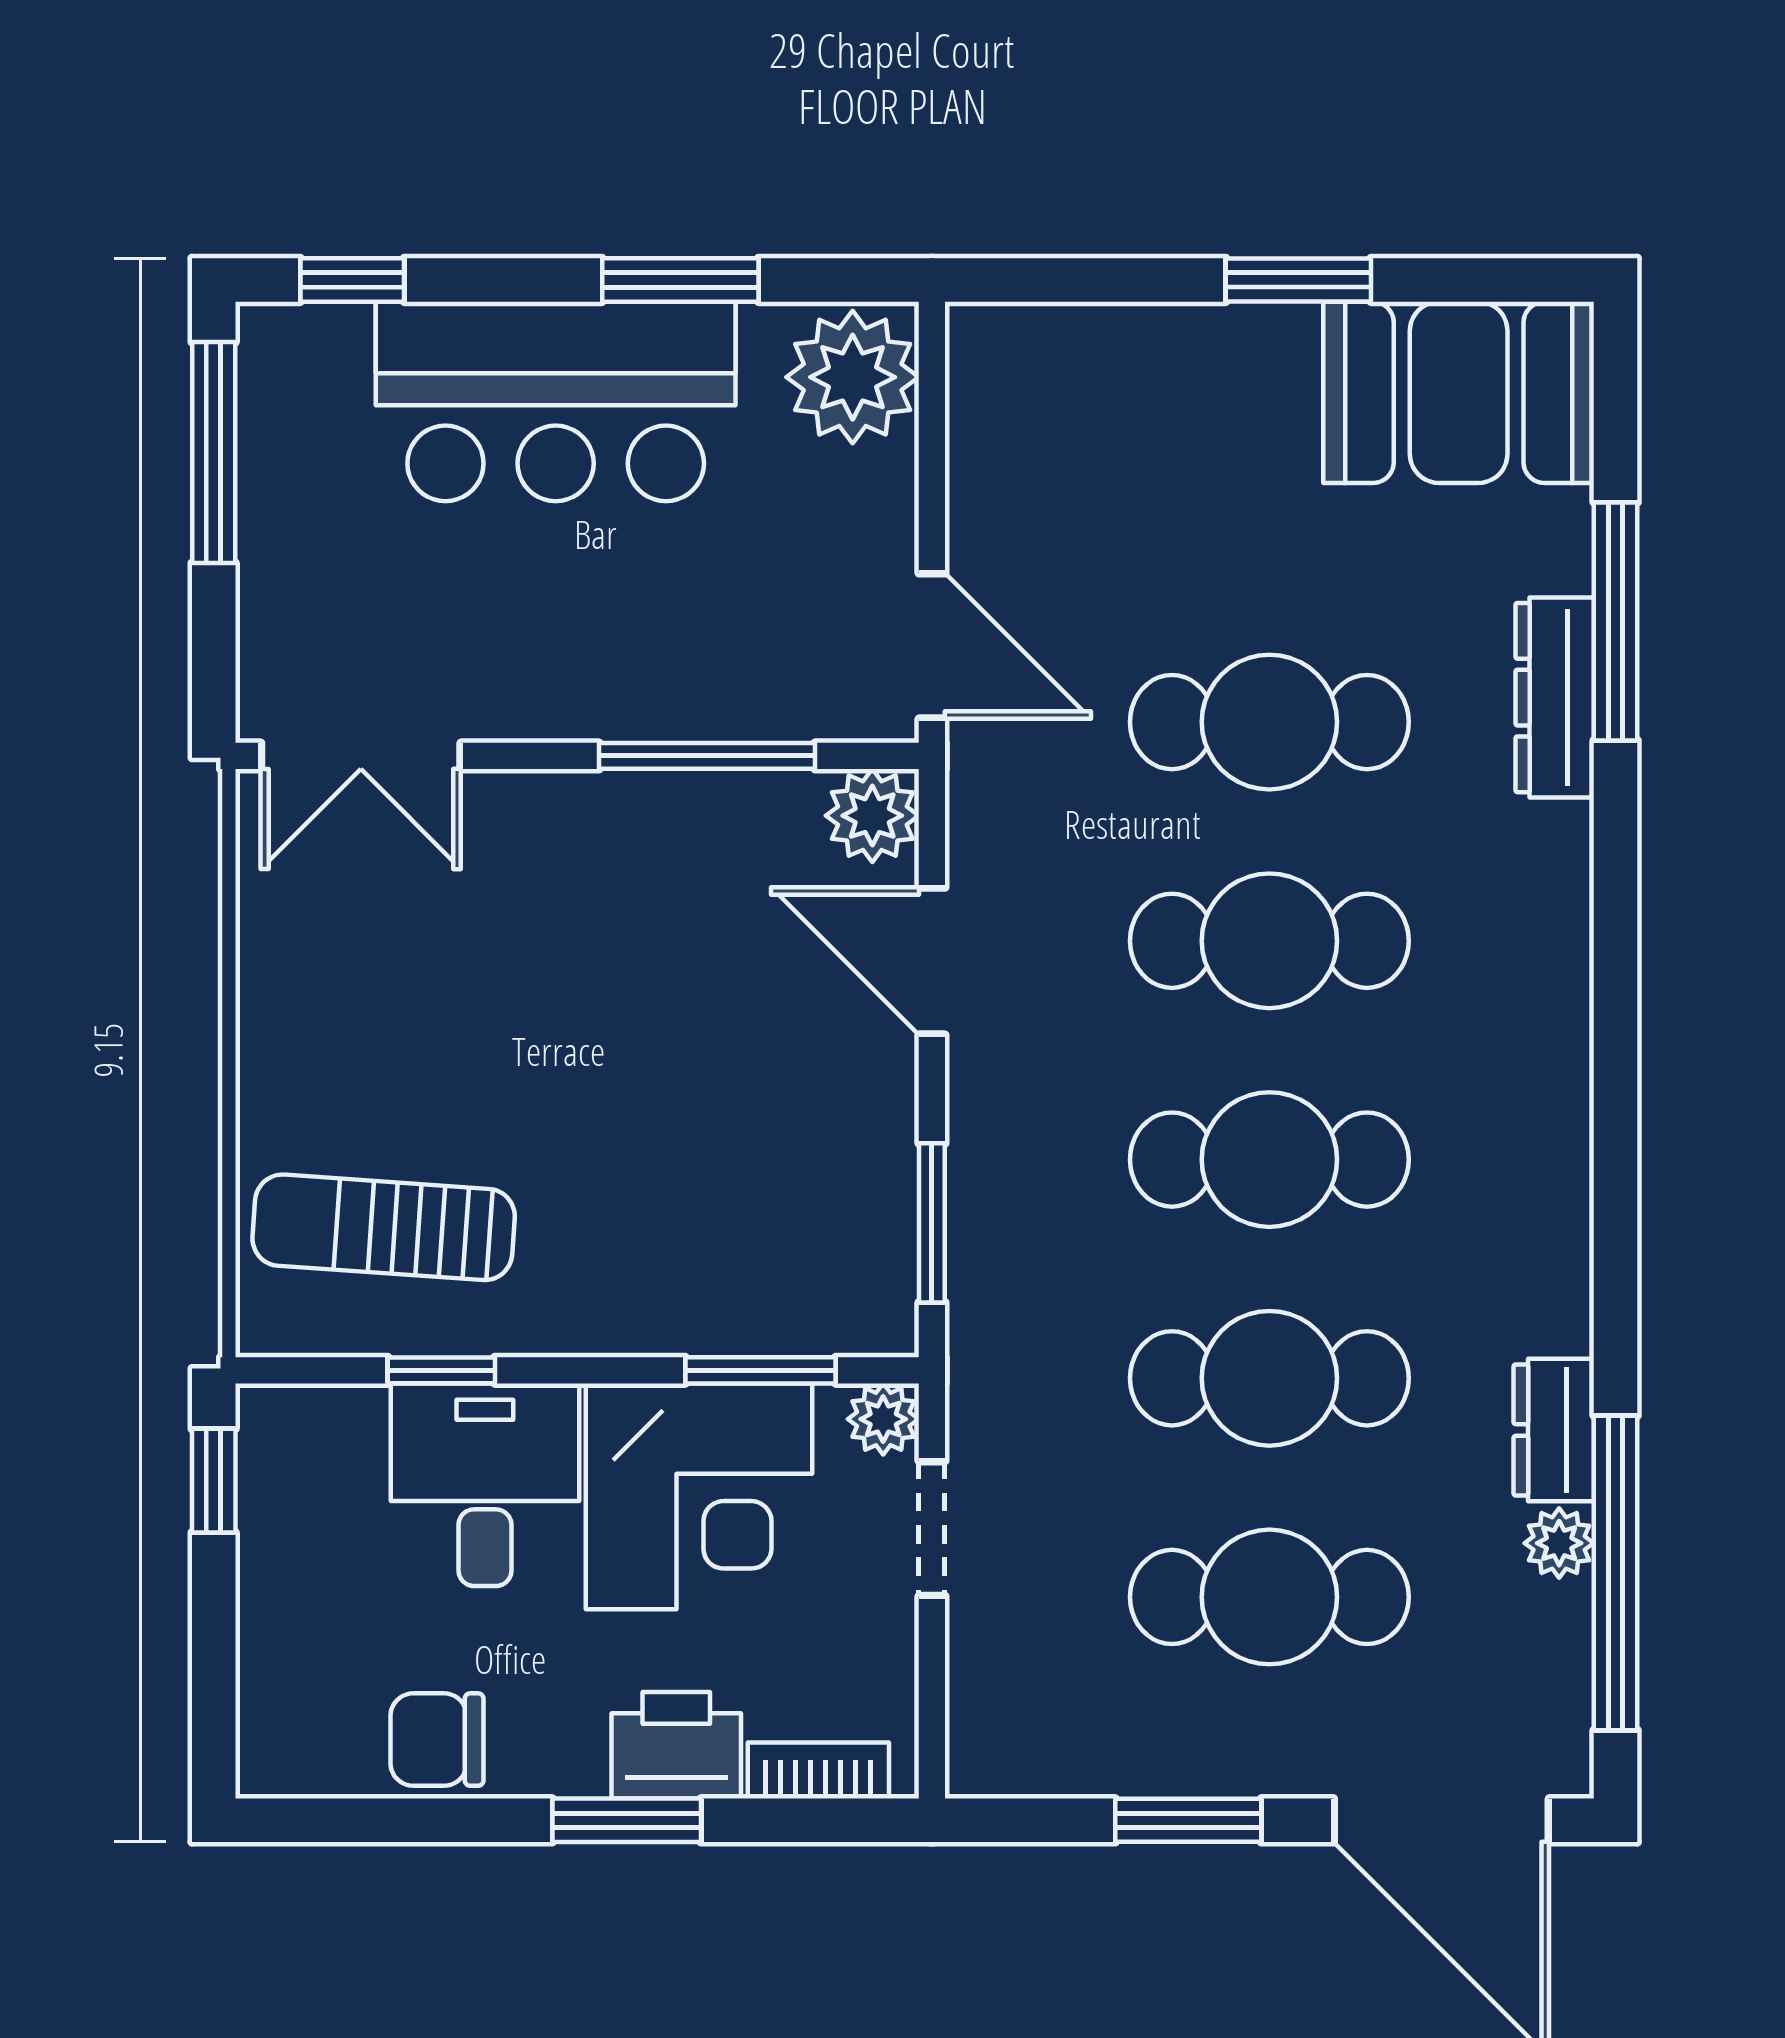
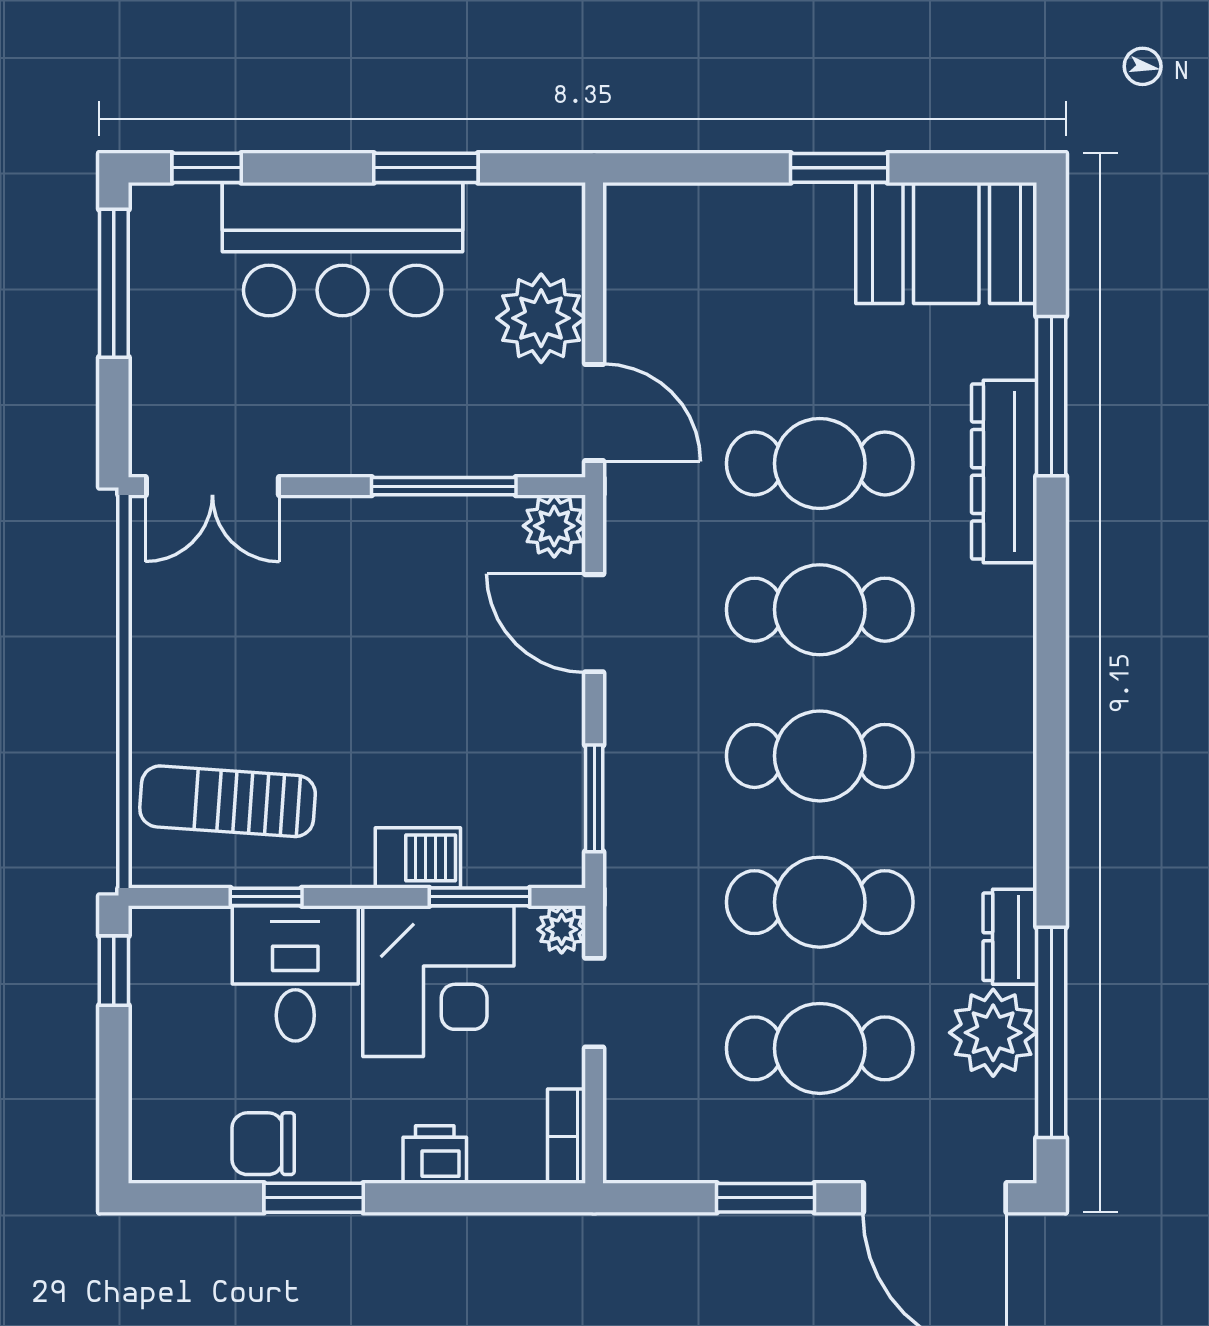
plant: (853, 377) -> (541, 318), moved
dresser: (1555, 698) -> (1004, 472), width x1.37, depth x1.24
barbecue: (668, 1312) -> (418, 858), added
plant: (1559, 1543) -> (993, 1033), width x1.88, depth x1.88
printer: (676, 1745) -> (435, 1154), width x0.73, depth x0.81
bookcase: (818, 1771) -> (567, 1136), moved, turned -90
window: (627, 1820) -> (314, 1198), moved

